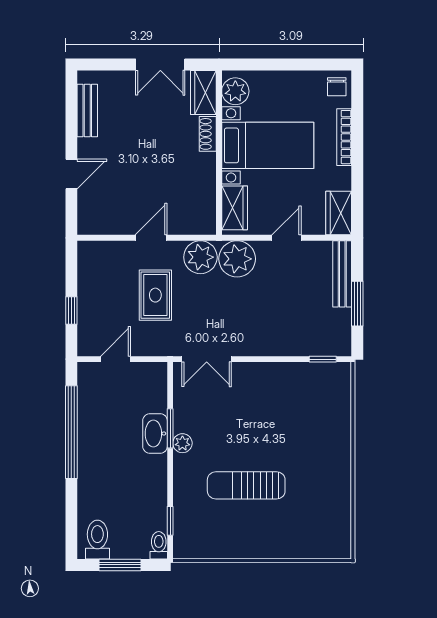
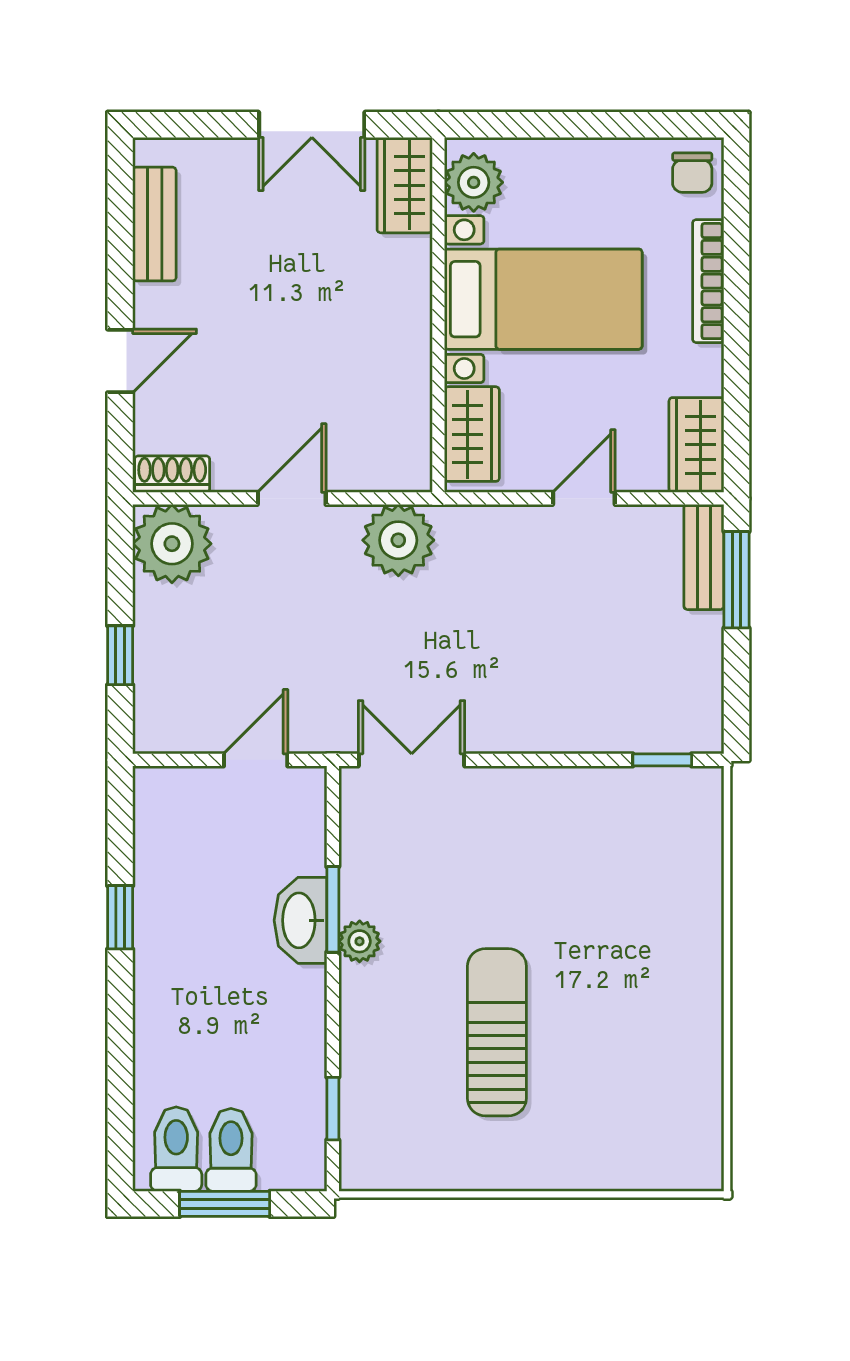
shoe rack: (208, 134) -> (172, 474), moved, turned 90
plant: (237, 259) -> (172, 544), moved
bench: (342, 274) -> (704, 557), width x0.73
rug: (155, 295) -> (301, 622), removed
window: (357, 304) -> (737, 580), moved
door: (116, 359) -> (256, 760), moved
double door: (207, 359) -> (412, 760), swing flipped
window: (71, 432) -> (120, 917), width x0.32
sun lounger: (246, 485) -> (497, 1032), turned 90
toilet: (159, 545) -> (231, 1150), moved, width x1.37, depth x1.39

